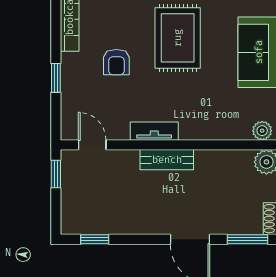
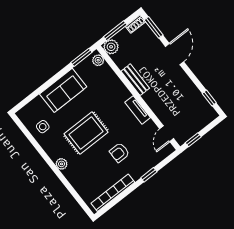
armchair: (116, 62) -> (120, 153), turned 180
bench: (167, 160) -> (135, 80), moved

